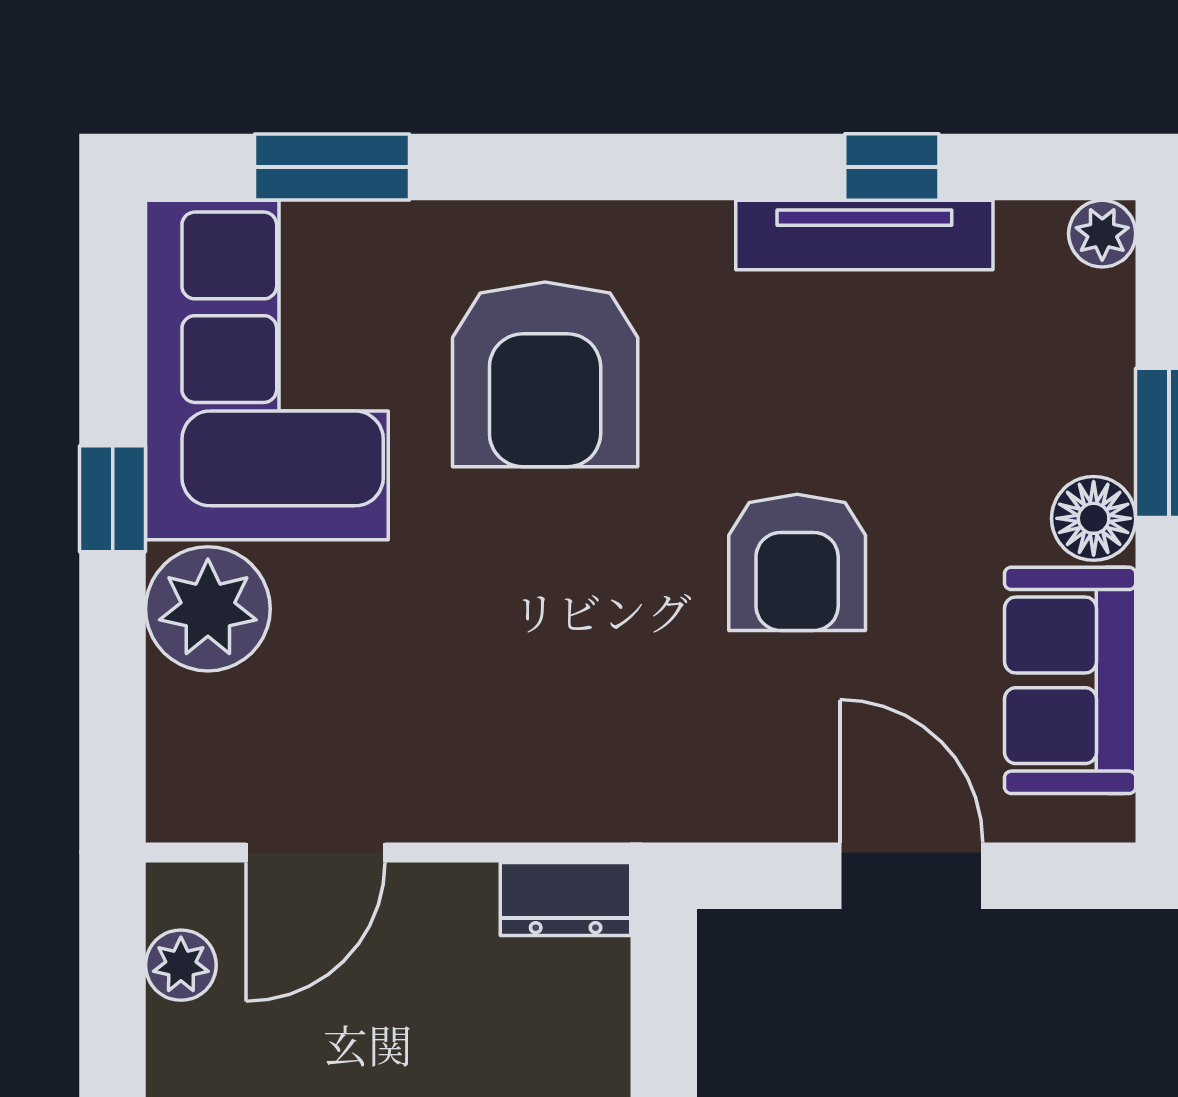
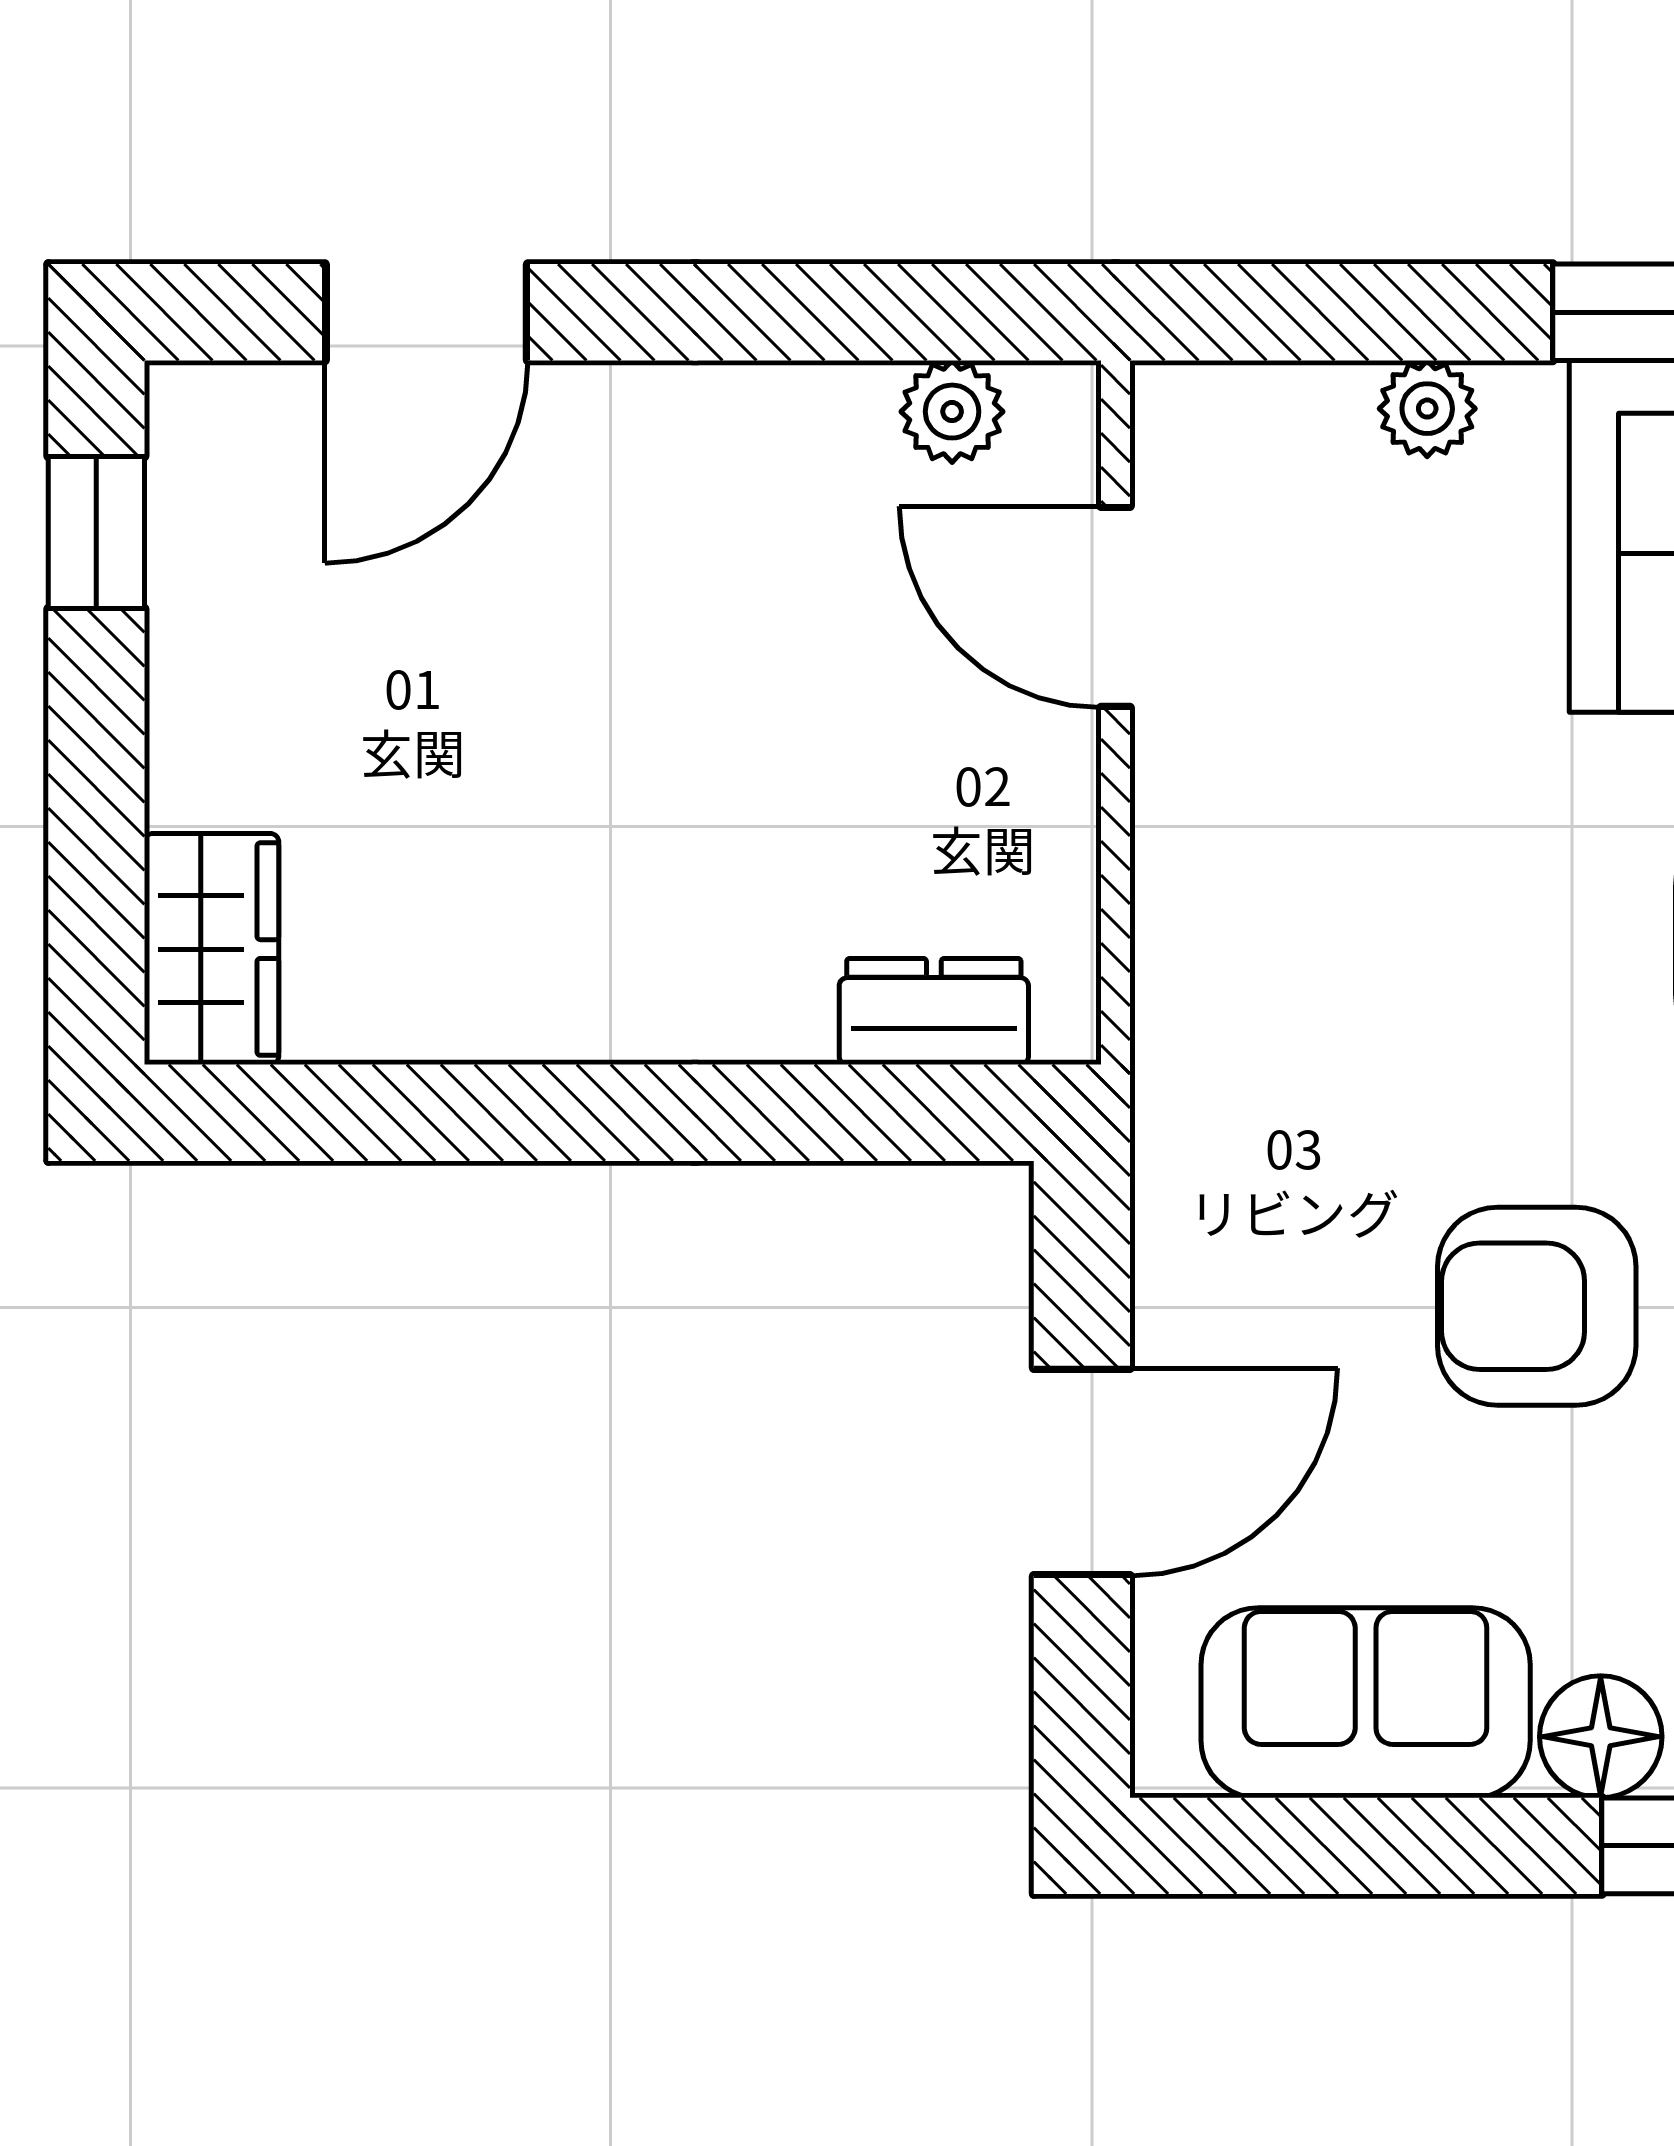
plant: (208, 609) -> (1427, 409), width x0.53, depth x0.53
dresser: (566, 899) -> (934, 1011), moved, turned 90

